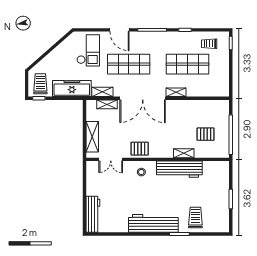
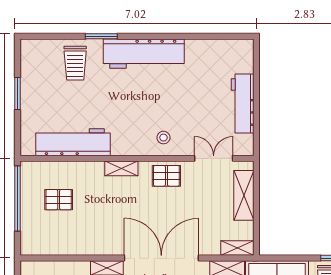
shelving: (107, 104) -> (237, 248), moved
shelving: (184, 153) -> (121, 168), moved
workbench: (179, 169) -> (73, 142), moved
workbench: (93, 214) -> (243, 104), moved

